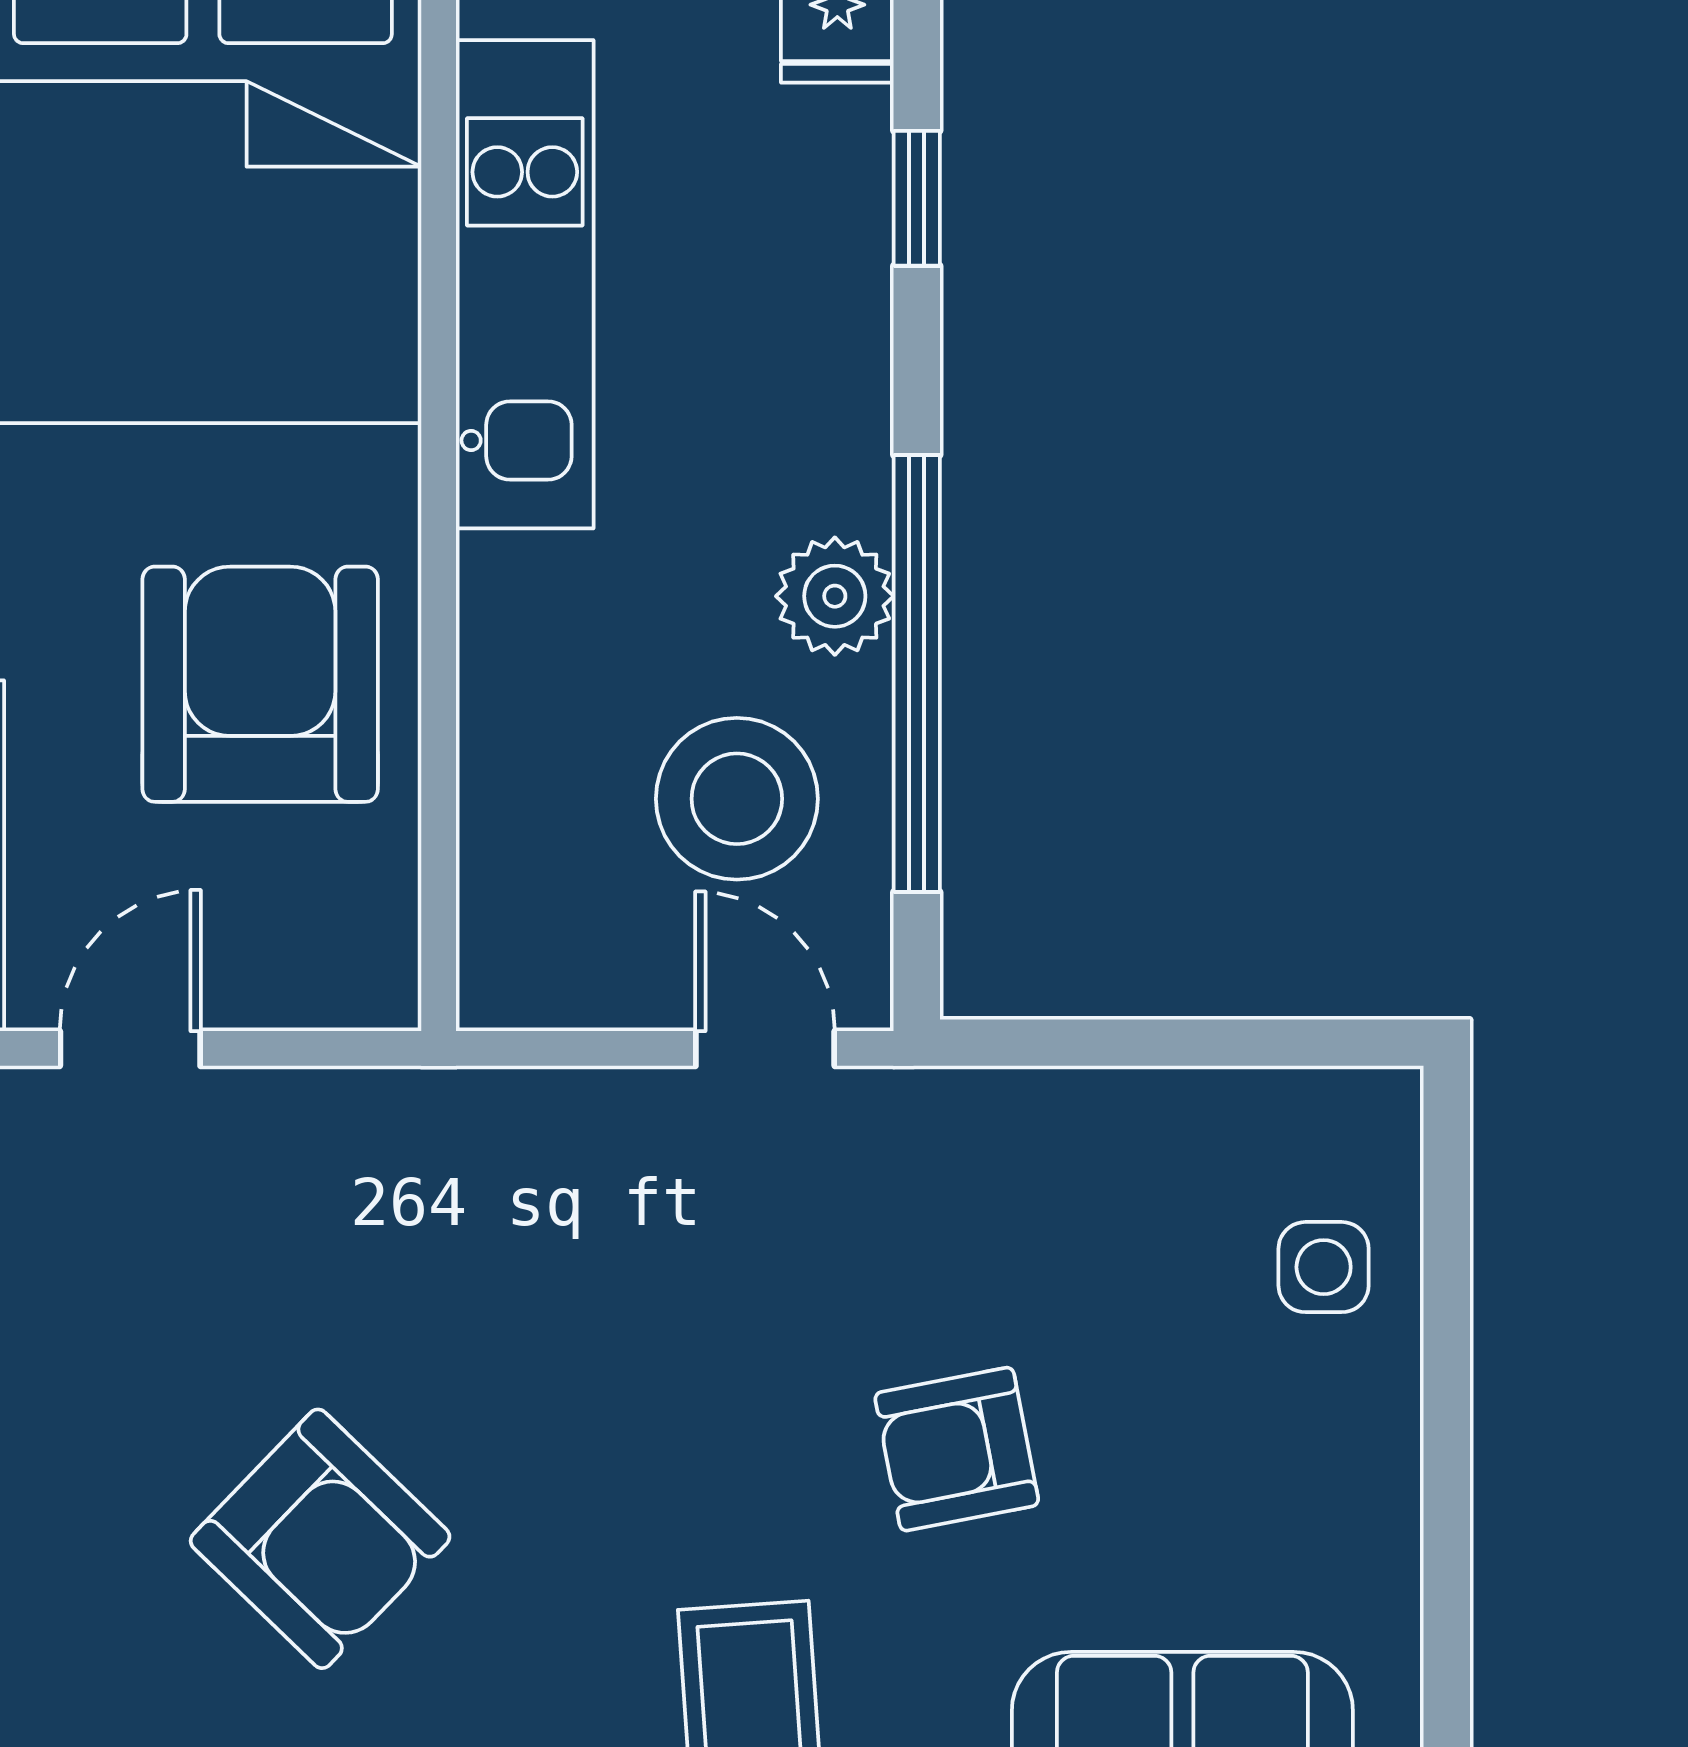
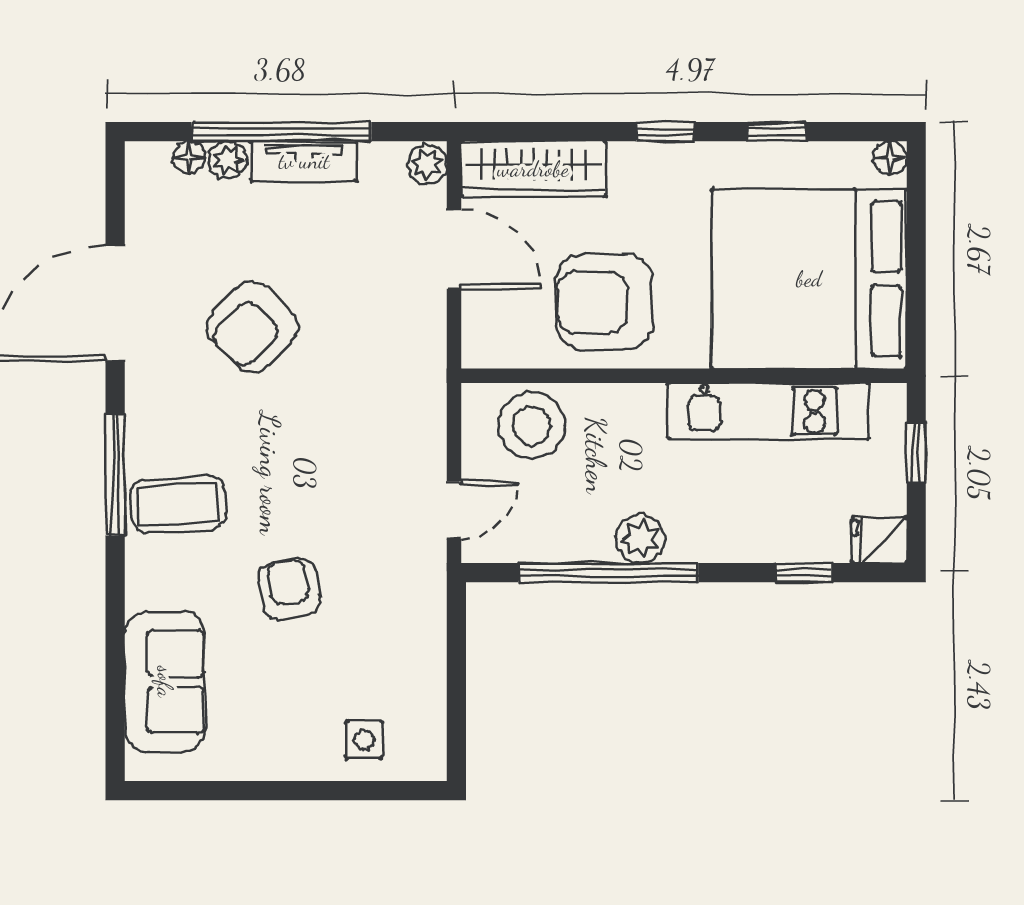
armchair: (260, 684) -> (604, 302), turned 180
stool: (737, 799) -> (532, 425), moved
door: (130, 1048) -> (454, 249), width x1.38

